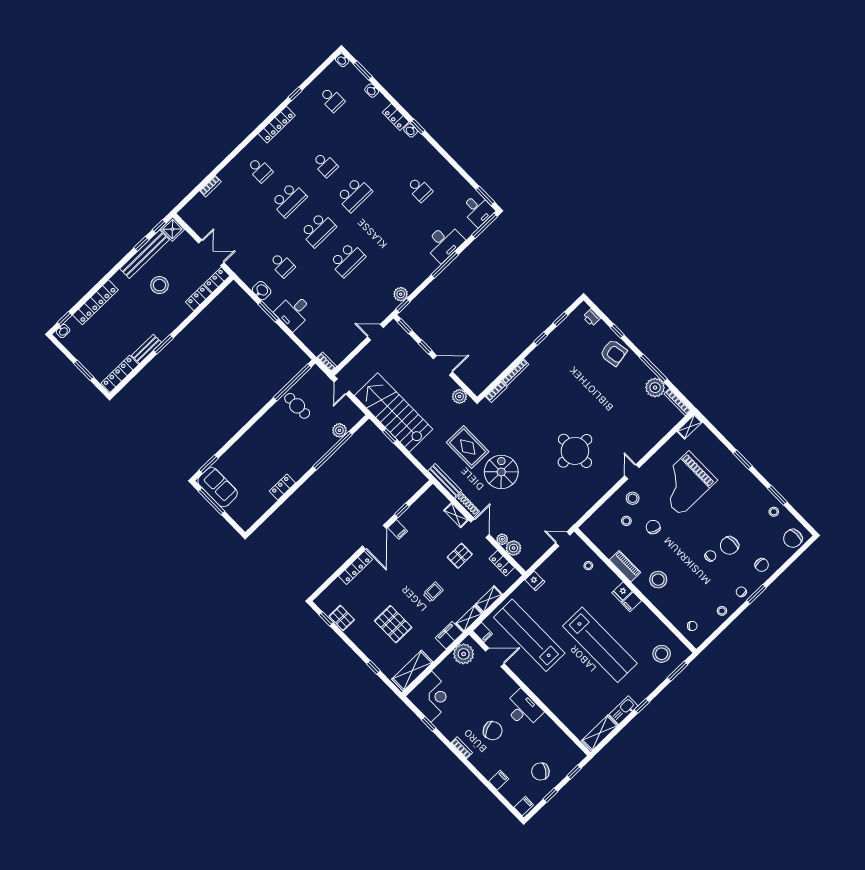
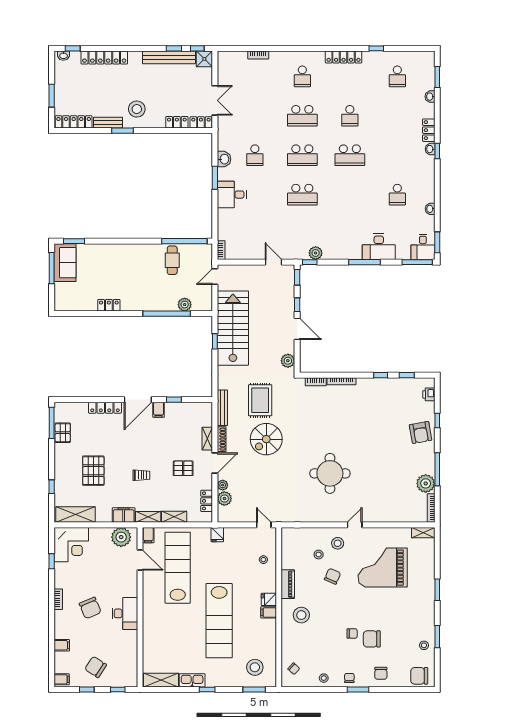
washbasin: (342, 60) -> (430, 209), moved
stool: (159, 285) -> (137, 109), moved
spiral stairs: (501, 472) -> (266, 439), turned 180
window: (326, 619) -> (52, 423), width x2.17

